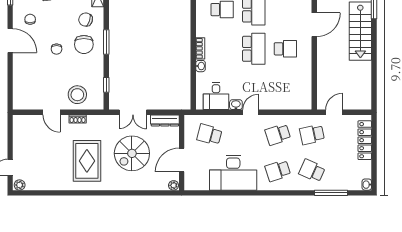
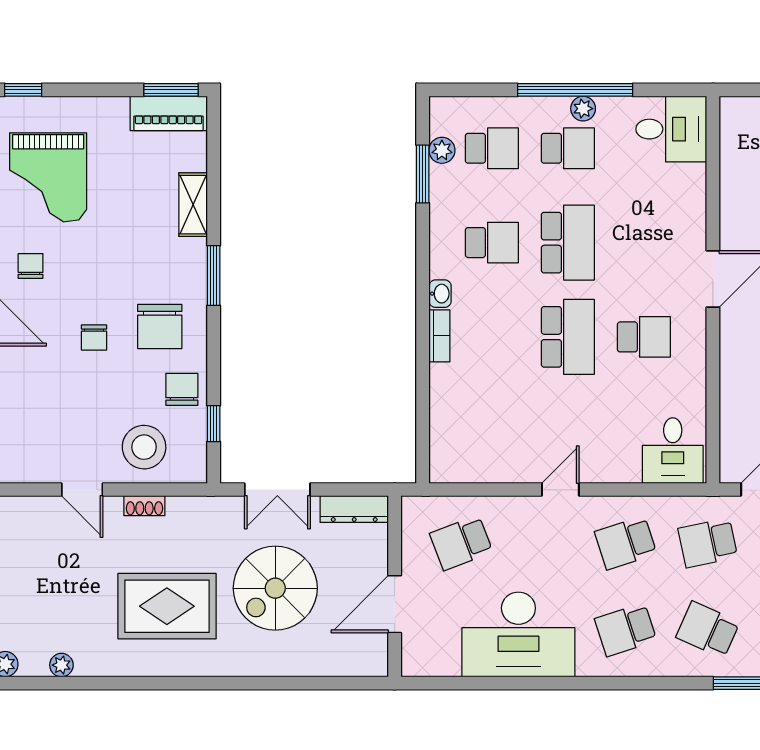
chair: (86, 20) -> (182, 389), moved, turned 70
window: (106, 42) -> (214, 275), moved
washbasin: (201, 66) -> (440, 294), moved
desk: (216, 96) -> (673, 451), moved
washbasin: (236, 105) -> (525, 471), removed
school desk: (209, 134) -> (461, 543), turned -36
rug: (87, 161) -> (167, 606), turned 90
plant: (174, 185) -> (61, 665), moved

